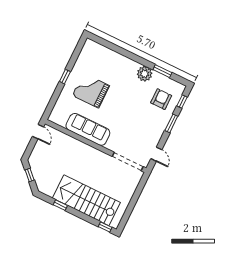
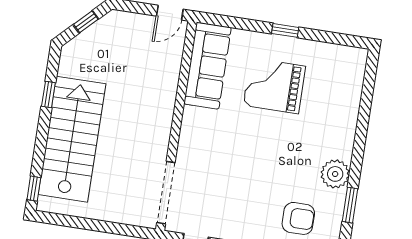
grand piano: (91, 91) -> (274, 86), turned -90
sofa: (88, 129) -> (208, 66), moved

